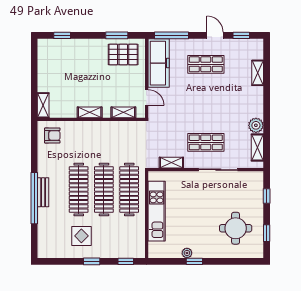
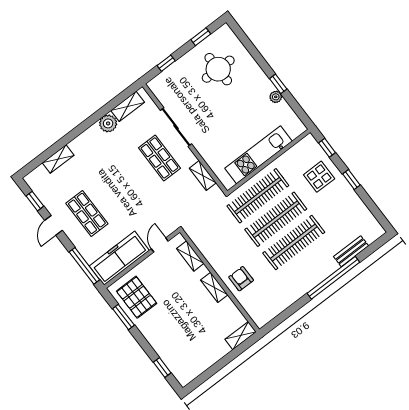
armchair: (52, 136) -> (241, 279), moved
bench: (43, 192) -> (351, 251), moved
display table: (81, 236) -> (319, 177), moved

